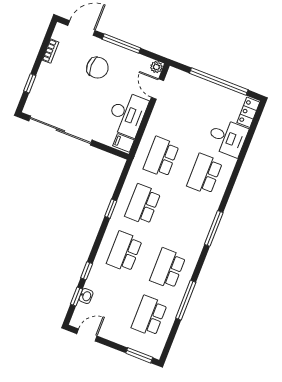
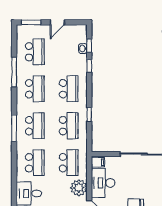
plant: (161, 120) -> (79, 188), added
school desk: (186, 221) -> (35, 126), added
door: (87, 335) -> (57, 22), moved

